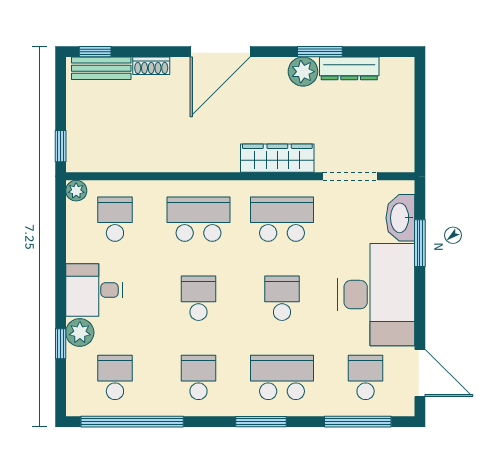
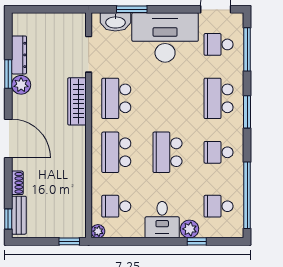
school desk: (198, 298) -> (167, 152), width x1.85
school desk: (282, 298) -> (167, 98), removed

